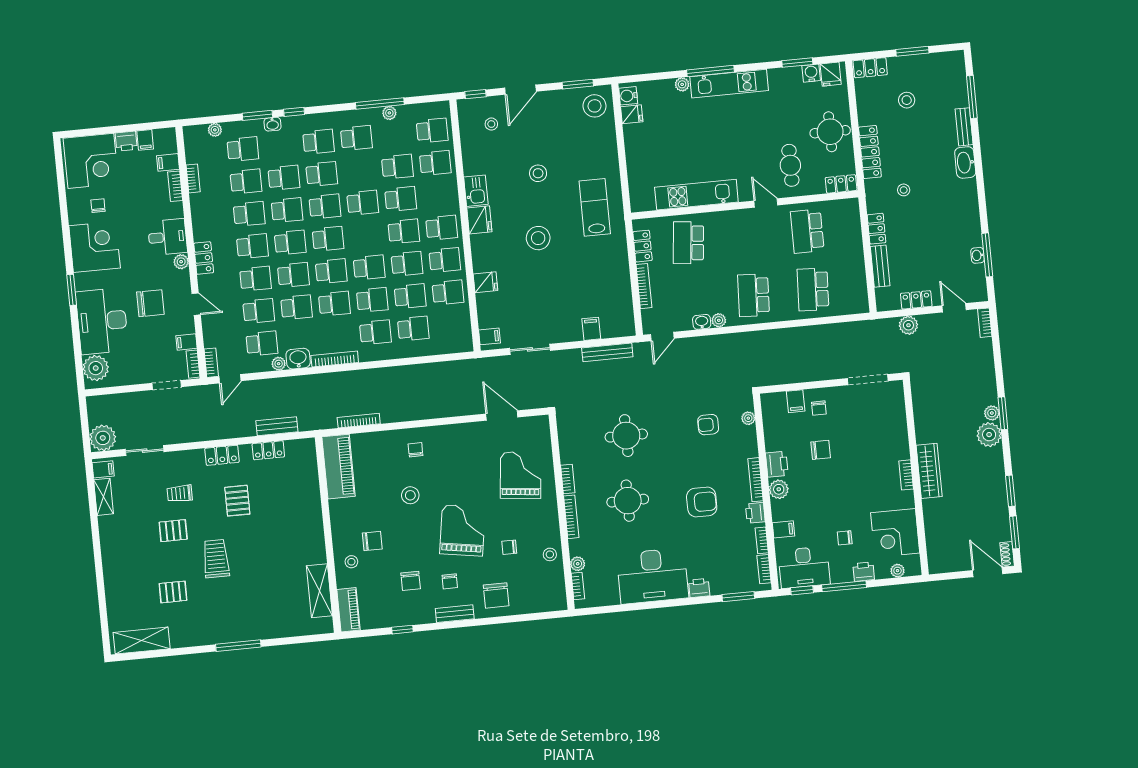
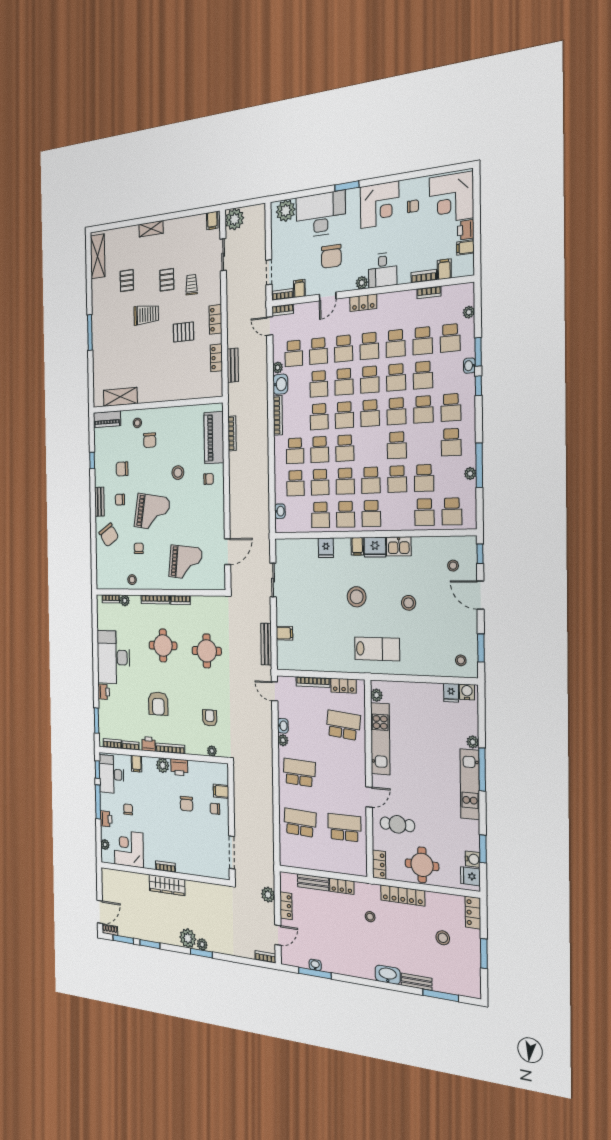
stool: (595, 106) -> (461, 660), width x0.53, depth x0.53
plant: (647, 204) -> (377, 695), added
filing cabinet: (490, 336) -> (357, 546), moved
washbasin: (448, 347) -> (280, 511), added
piano: (339, 467) -> (214, 438), moved, turned 90
shelving: (104, 497) -> (151, 229), moved
chair: (496, 595) -> (109, 535), turned -123

